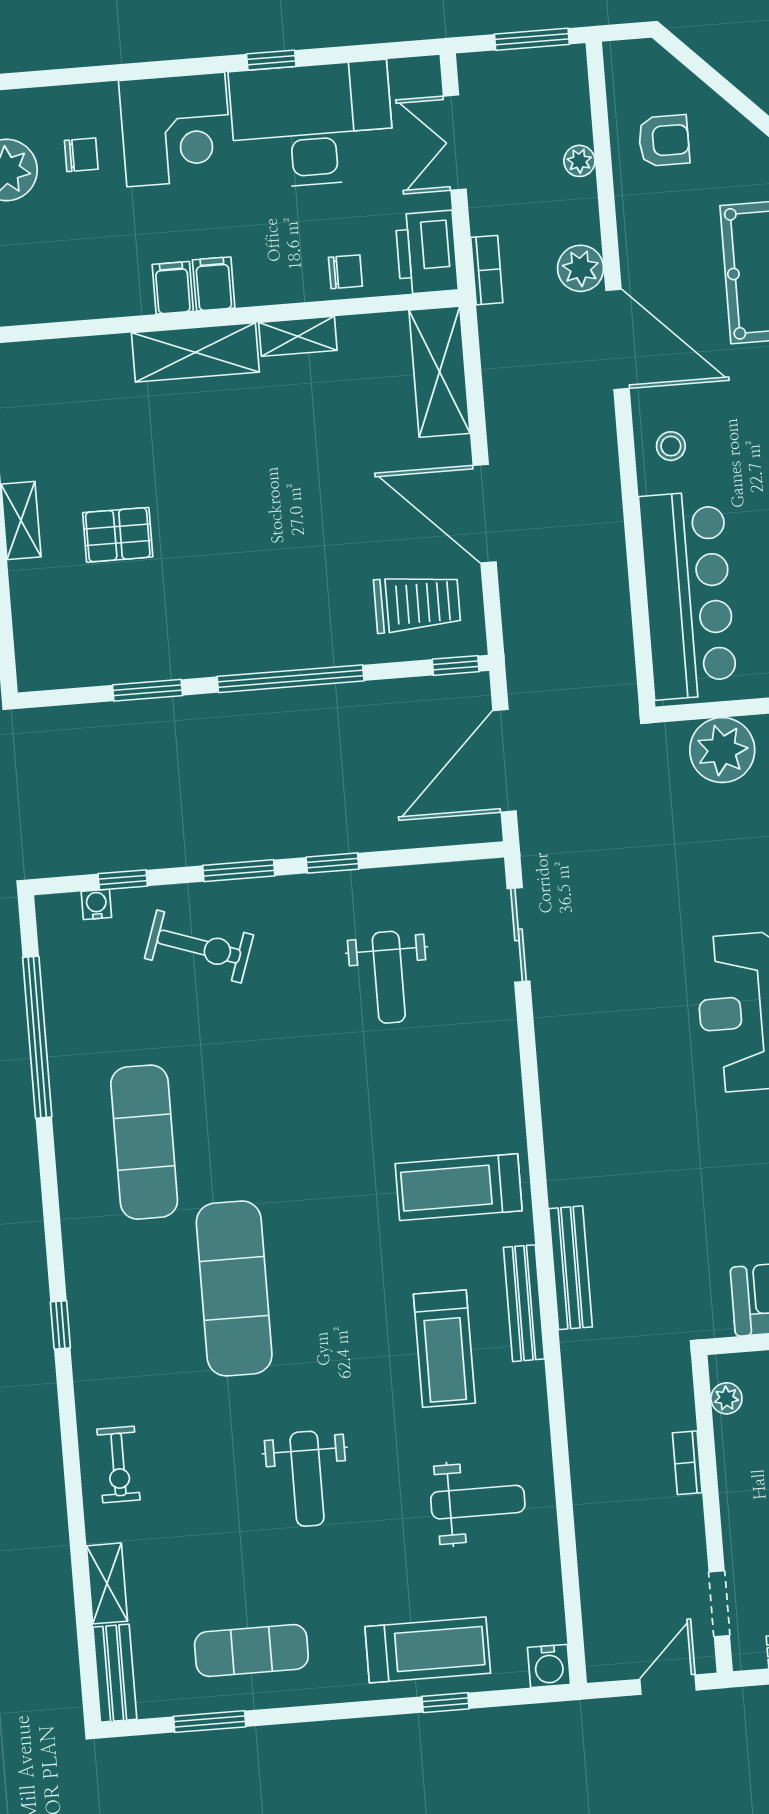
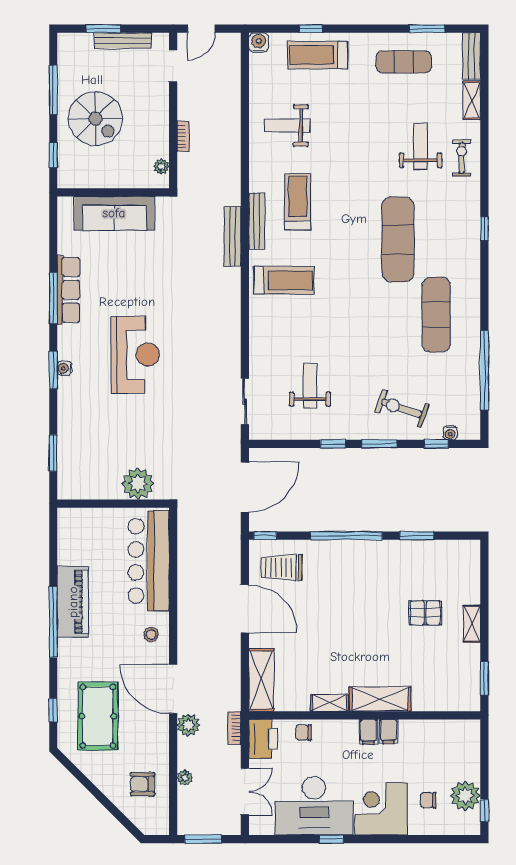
weight bench: (307, 1479) -> (420, 146), moved

